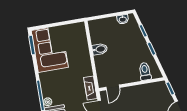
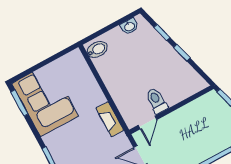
bidet: (100, 49) -> (97, 50), moved
toilet: (145, 71) -> (157, 101), moved
fireplace: (90, 88) -> (110, 119), moved

